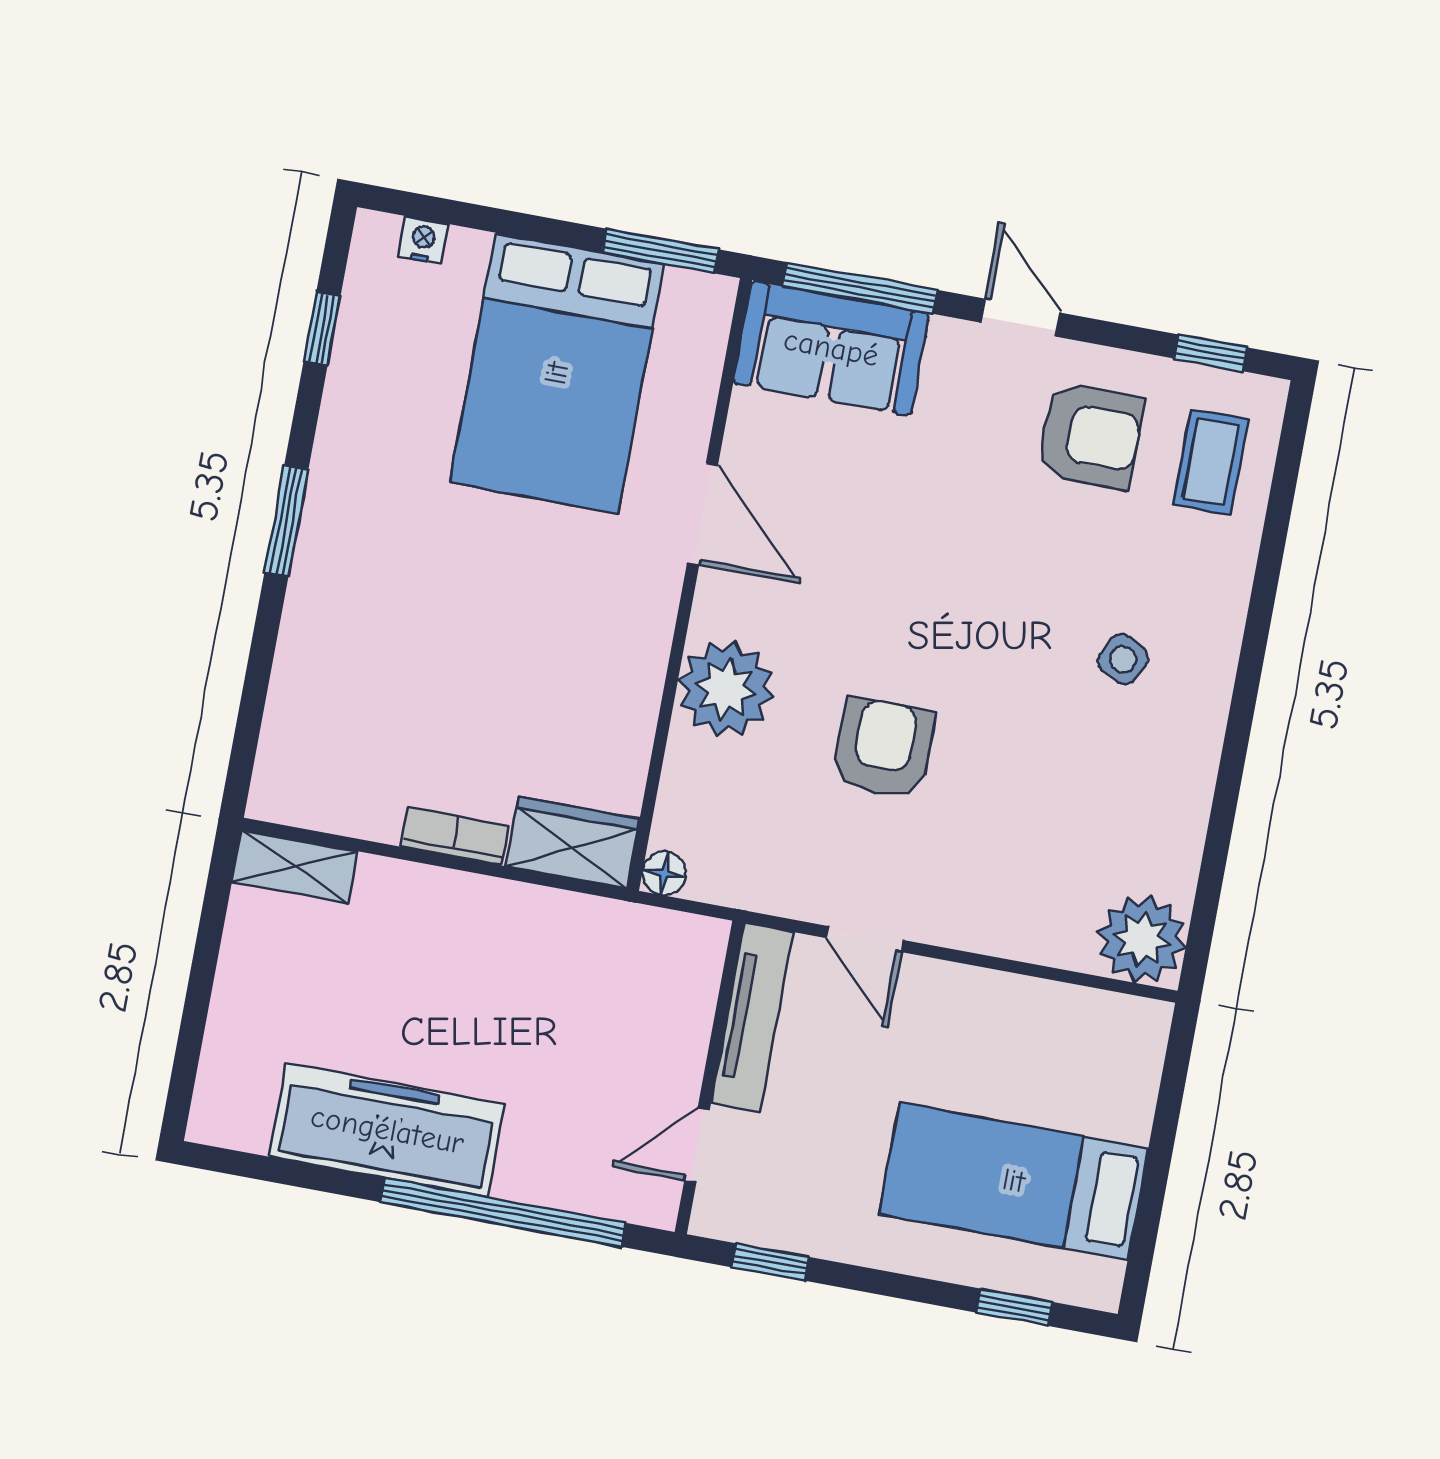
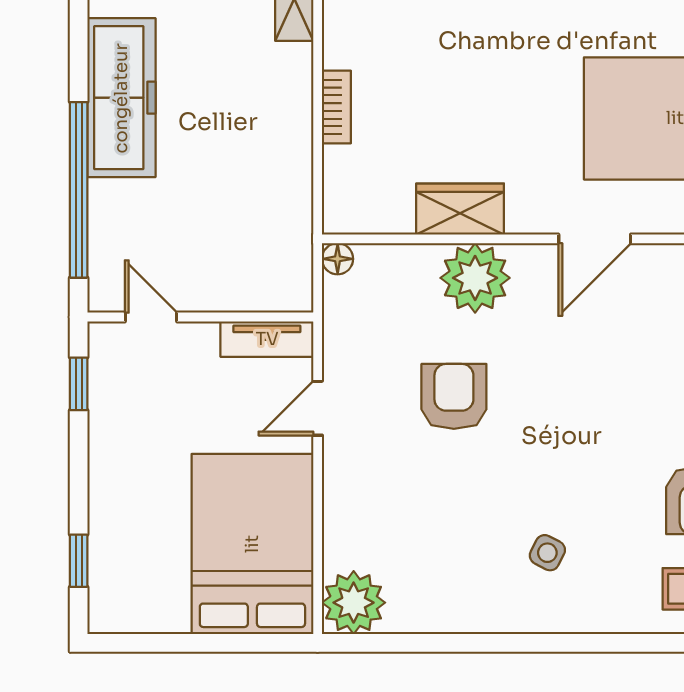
armchair: (884, 748) -> (454, 396), turned -90
wardrobe: (573, 842) -> (460, 209), moved, turned -90
tv unit: (752, 1017) -> (267, 339), width x0.71
bed: (1014, 1181) -> (252, 544), moved, width x1.50

